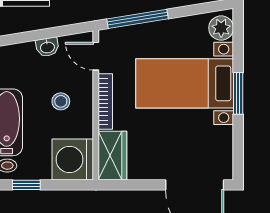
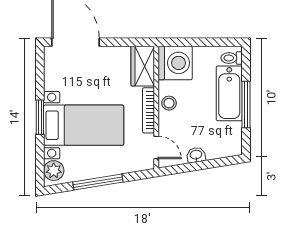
window: (137, 19) -> (98, 182), moved
stool: (61, 101) -> (169, 103), moved
window: (26, 185) -> (213, 42), removed

